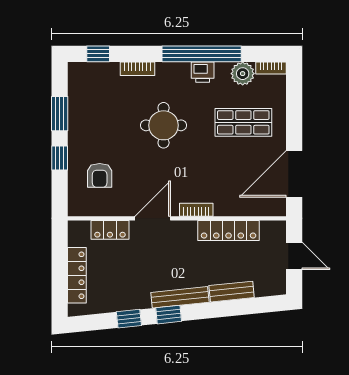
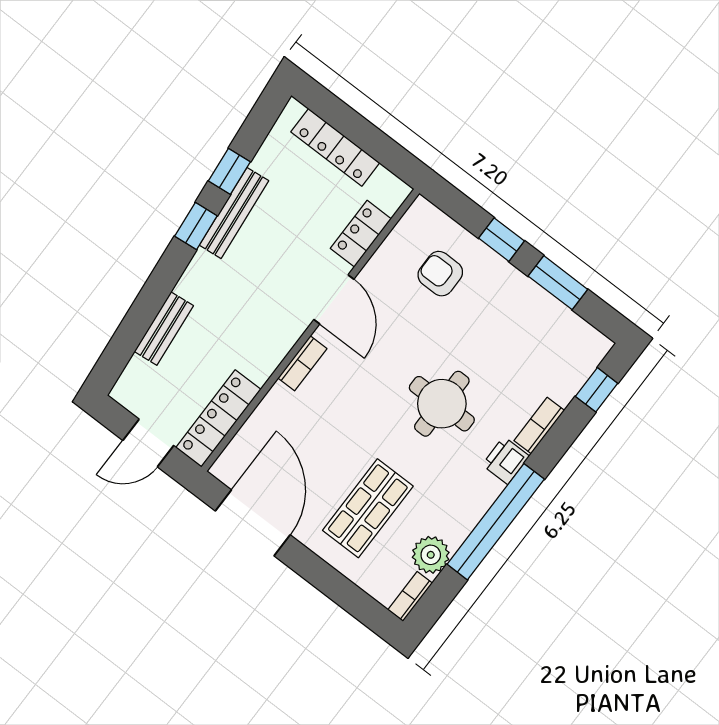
printer: (203, 72) -> (506, 460), moved
locker: (229, 230) -> (218, 419), moved
bench: (180, 297) -> (234, 213), moved

